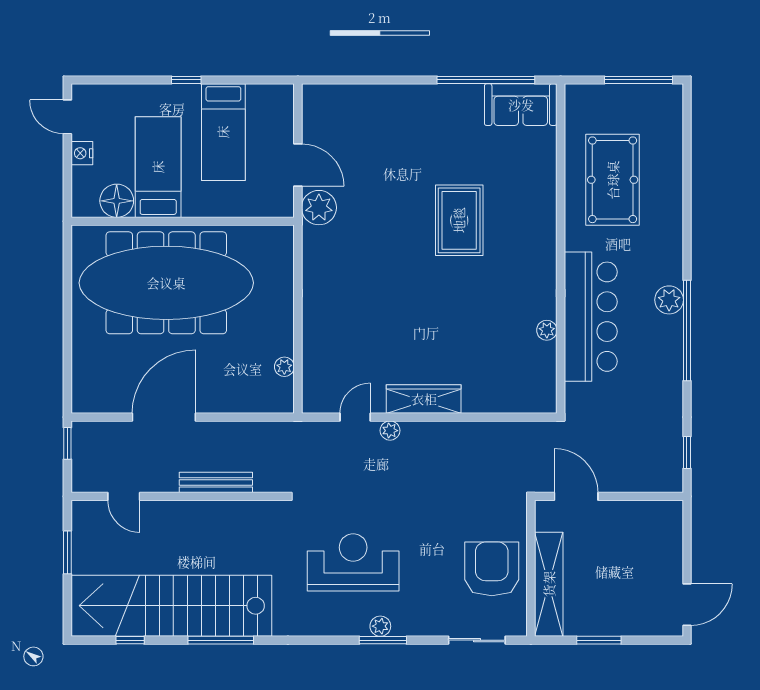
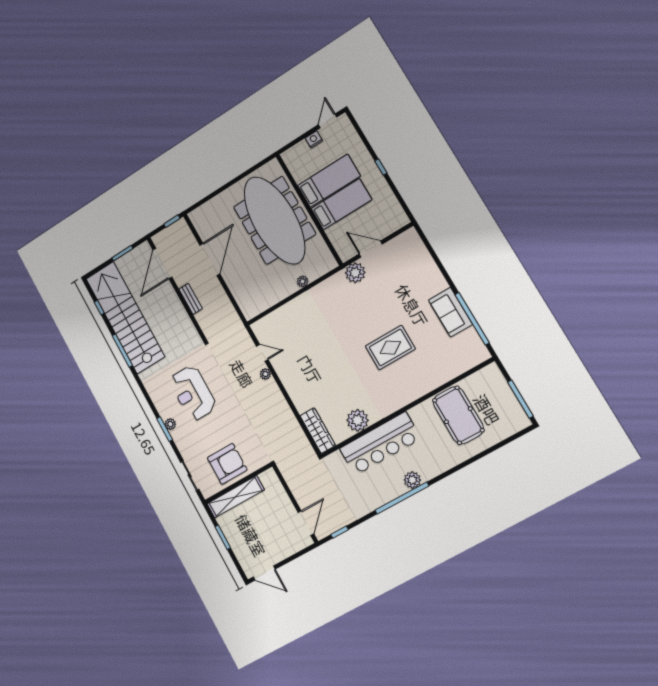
sofa: (521, 105) -> (450, 312), moved
bed: (223, 132) -> (341, 204), moved, turned 180
door: (298, 165) -> (371, 249), swing flipped
pool table: (613, 180) -> (458, 415), turned 90
floor lamp: (117, 201) -> (300, 171), removed
plant: (547, 330) -> (358, 420), width x1.87, depth x1.87
plant: (284, 367) -> (303, 281), moved
wardrobe: (424, 399) -> (318, 431), moved
door: (164, 417) -> (210, 259), hinge flipped
bench: (216, 482) -> (191, 299), width x0.73
door: (124, 496) -> (162, 263), width x1.87
door: (576, 496) -> (306, 523), moved
reception desk: (353, 562) -> (193, 393), turned 180

